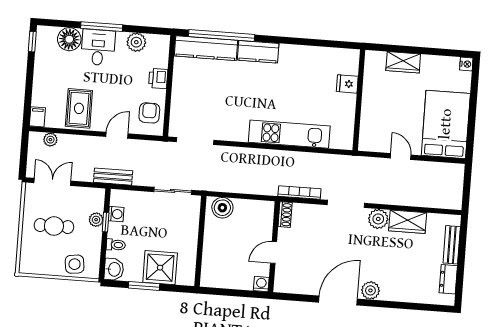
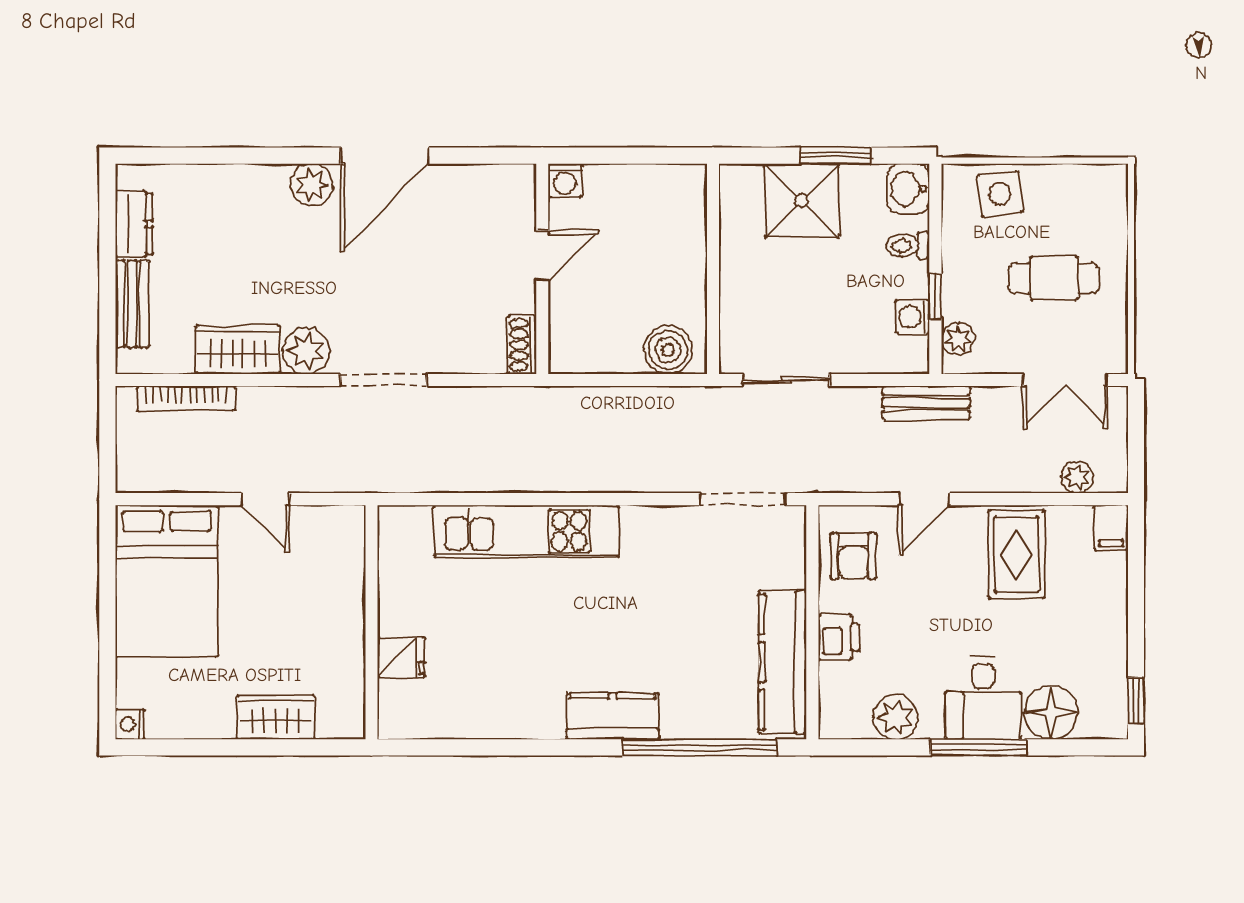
kitchen counter: (206, 48) -> (782, 662), moved, turned -90
bookcase: (299, 192) -> (186, 398), moved
plant: (96, 220) -> (958, 339), moved

